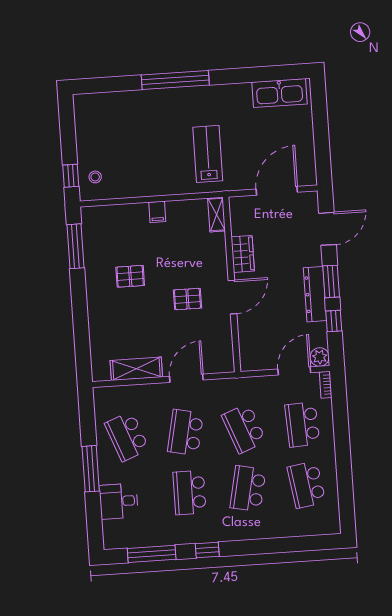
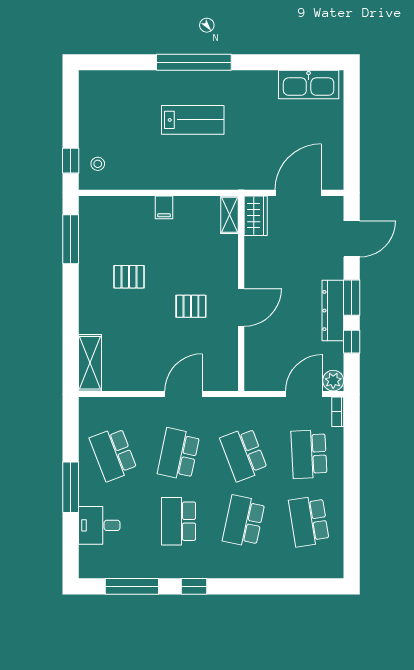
lab bench: (208, 154) -> (193, 120), moved, turned 90
wardrobe: (243, 254) -> (256, 216), moved
shelving: (136, 369) -> (90, 363), moved, turned 90

